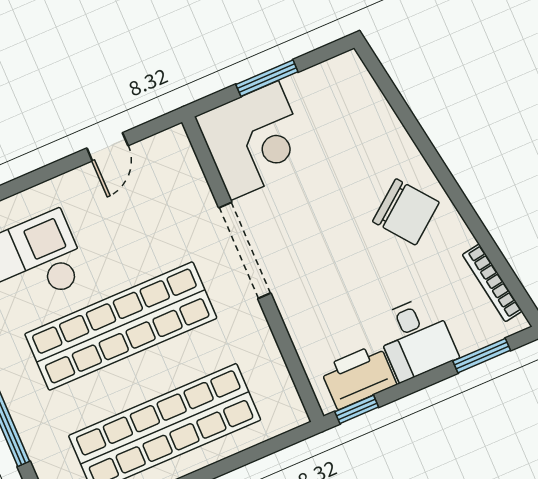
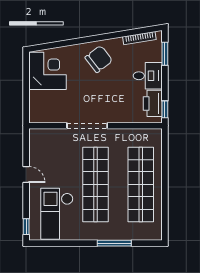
window: (267, 78) -> (26, 90), removed
corner desk: (254, 141) -> (47, 71), moved
door: (107, 147) -> (26, 175), moved

